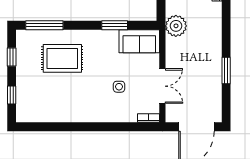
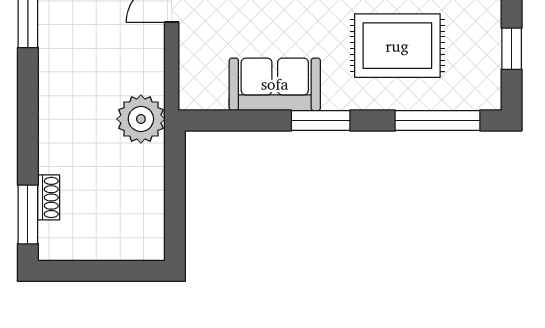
window: (115, 25) -> (321, 121), moved
sofa: (139, 41) -> (275, 84), moved

